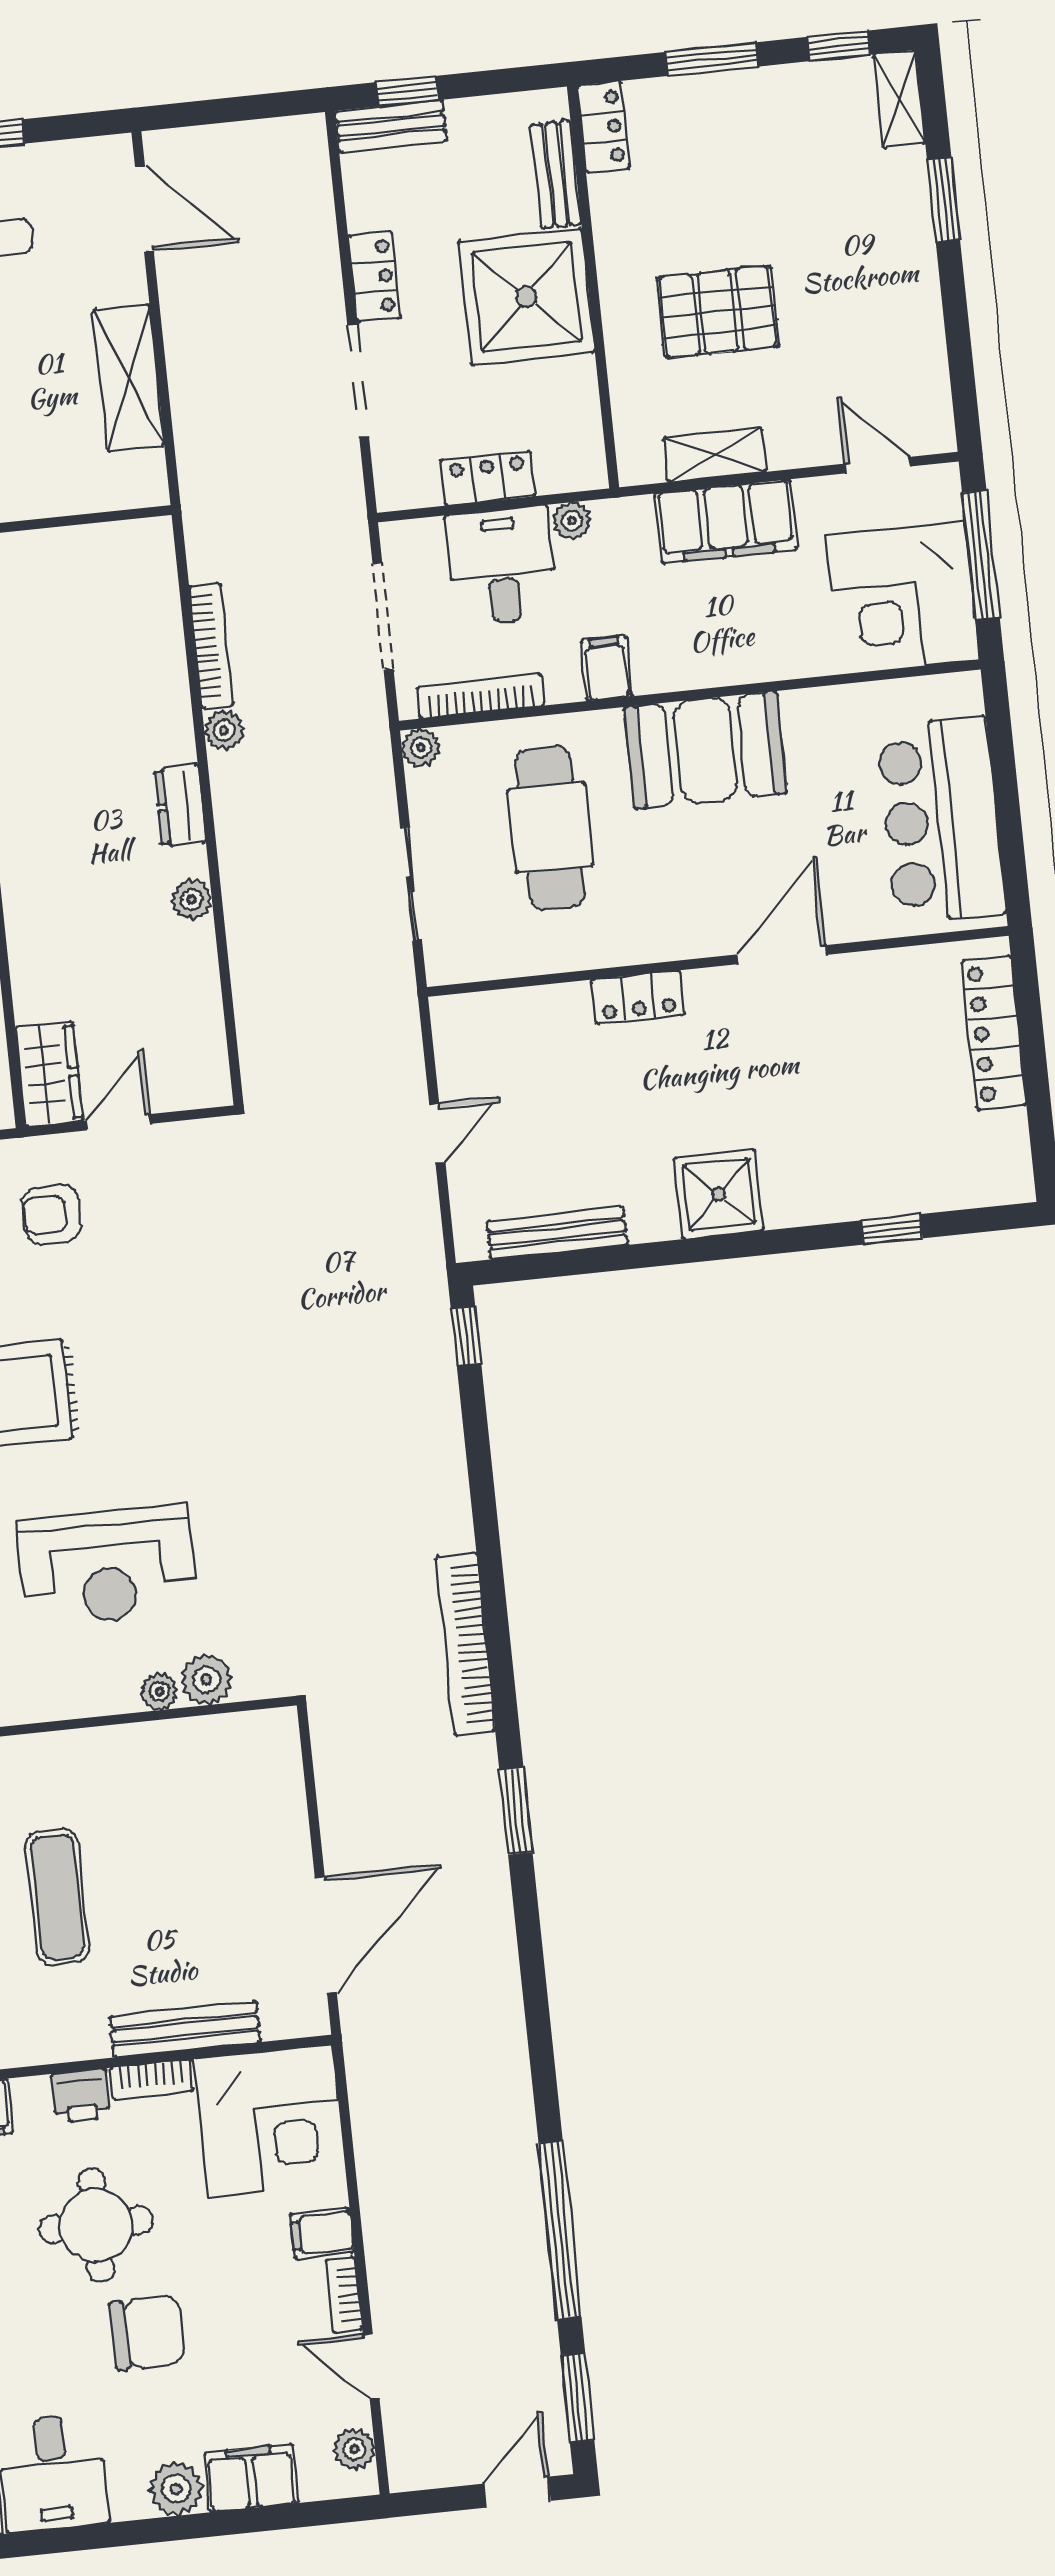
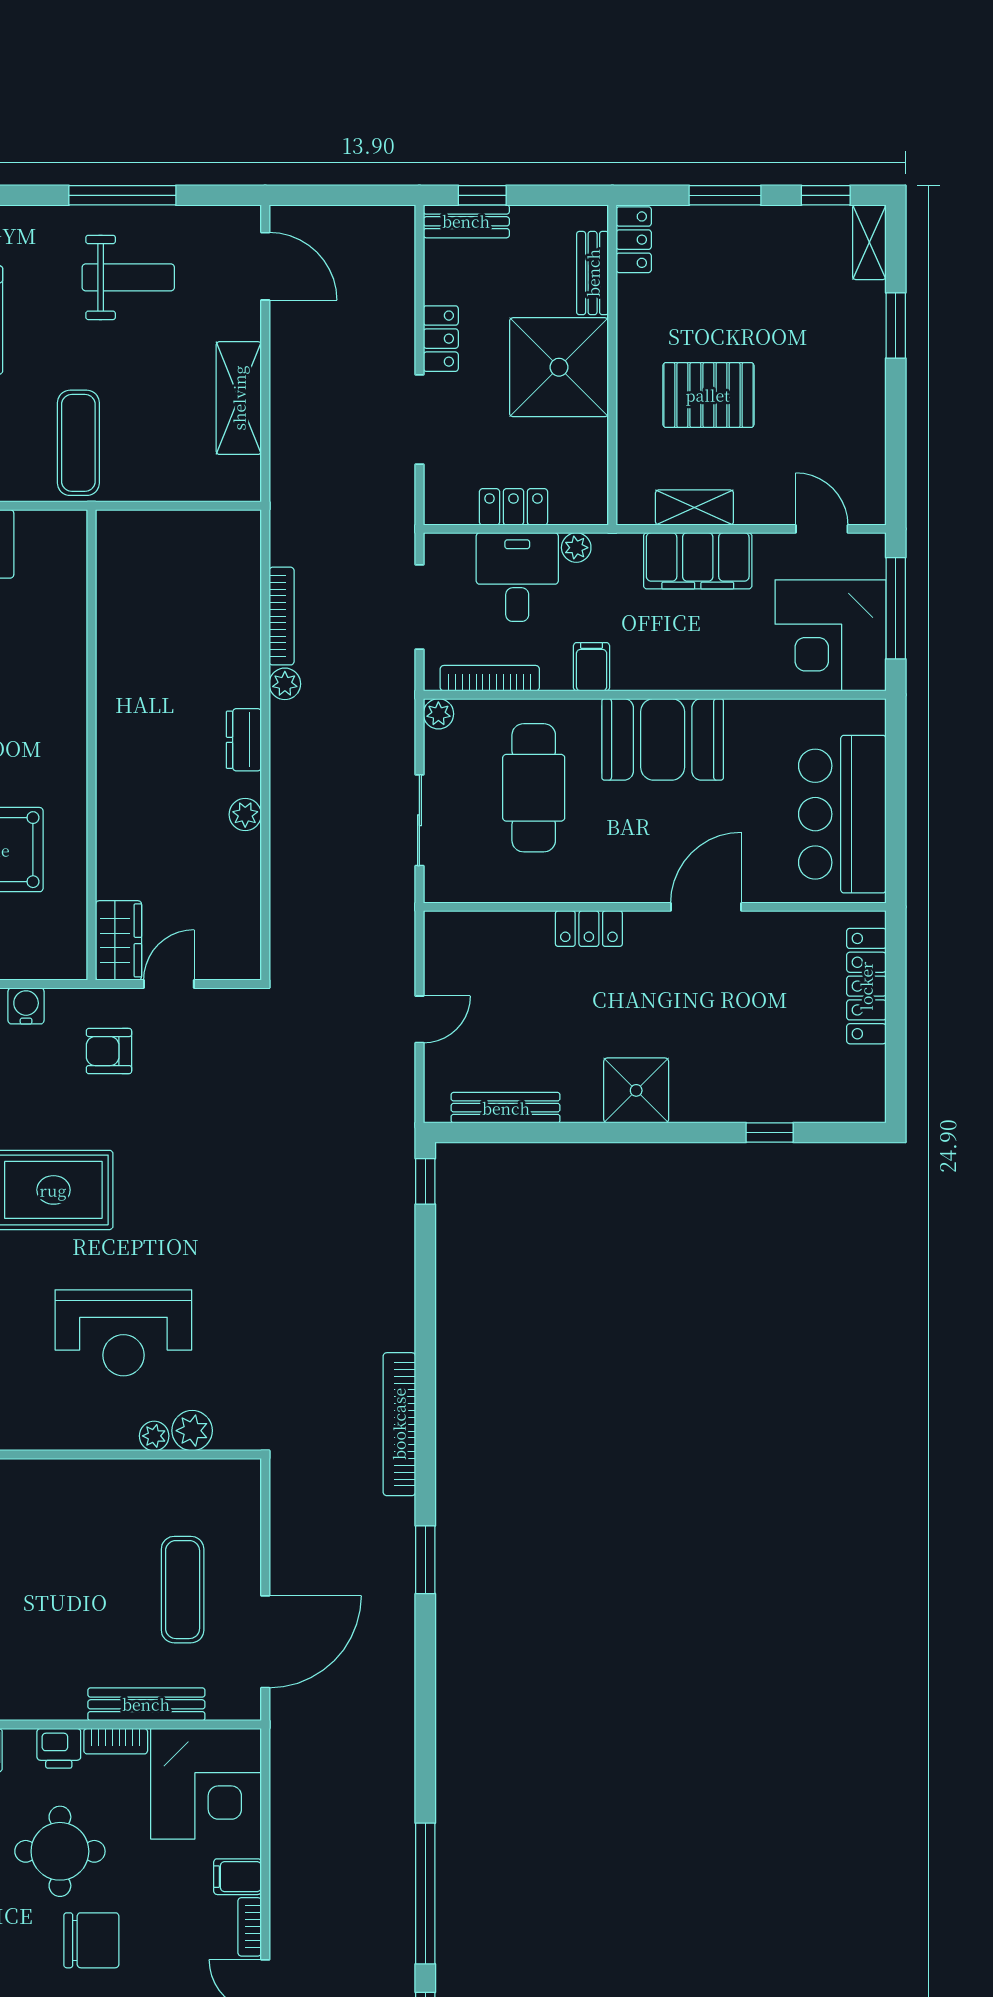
exercise mat: (58, 1897) -> (183, 1590), moved

